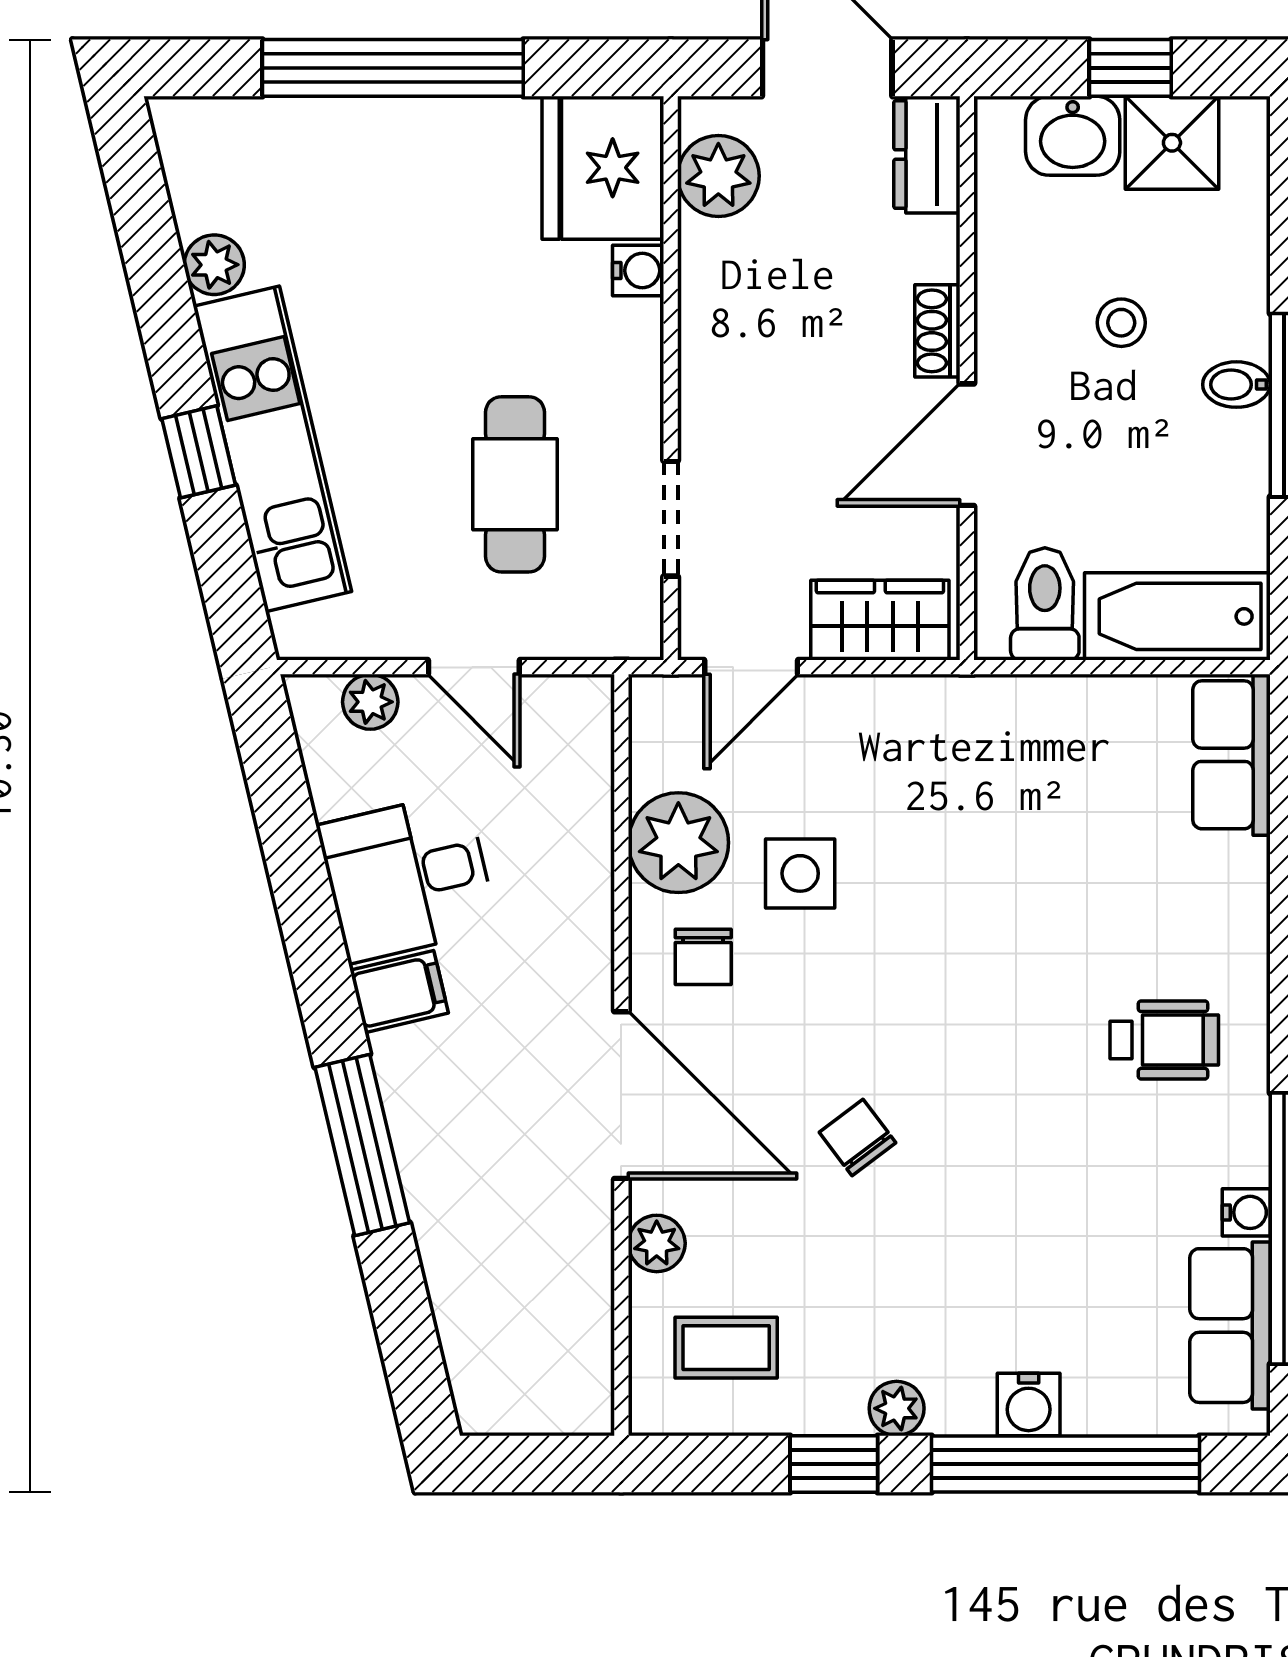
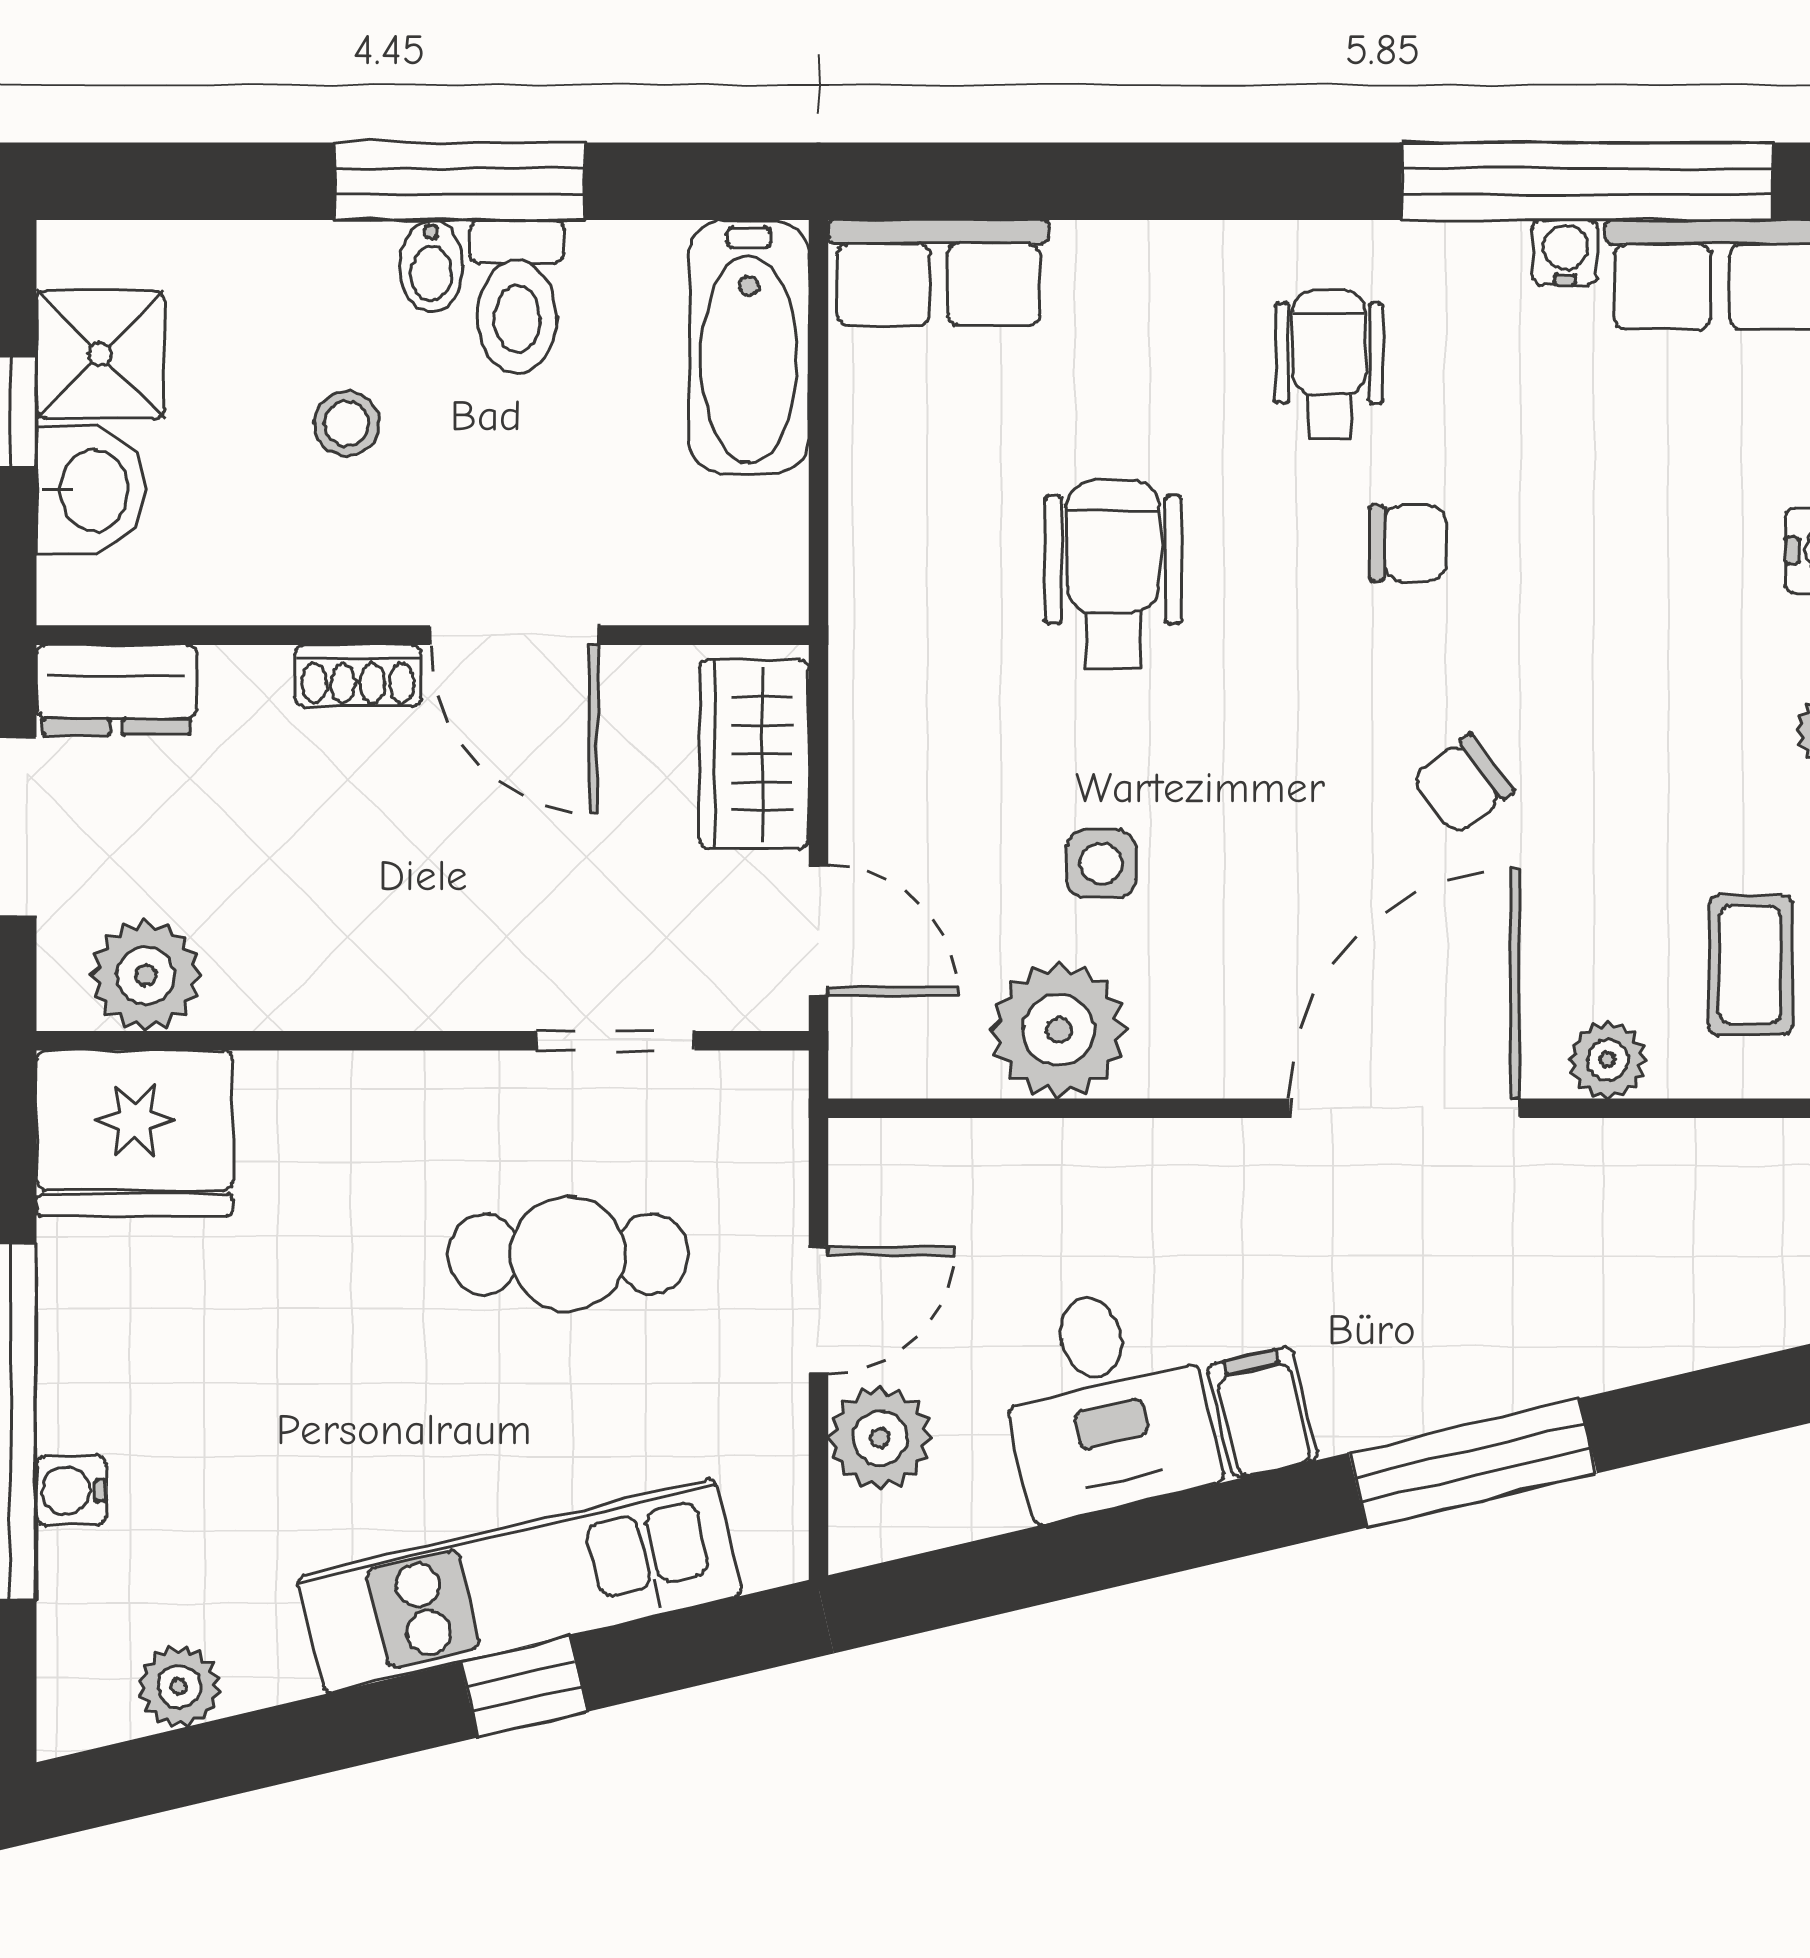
plant: (214, 265) -> (179, 1686), moved
water cooler: (638, 271) -> (71, 1491), moved, turned -90
toilet: (1045, 604) -> (517, 297), moved, turned -90
plant: (370, 702) -> (880, 1438), width x1.38, depth x1.38
side table: (800, 873) -> (1101, 863), width x0.73, depth x0.73
wheelchair: (1011, 883) -> (1113, 575), added
chair: (703, 957) -> (1408, 543), moved

